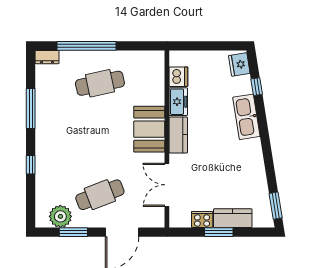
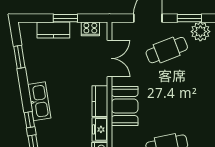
window: (261, 113) -> (29, 120), added
kitchen sink: (246, 117) -> (39, 101), moved
window: (276, 206) -> (19, 57), moved
cooker: (202, 220) -> (90, 29), moved

